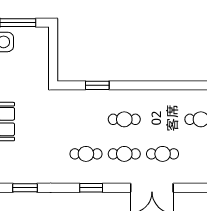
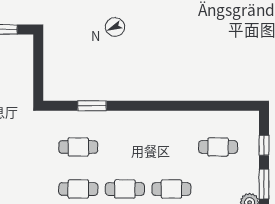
cafe table: (124, 119) -> (78, 147), moved

